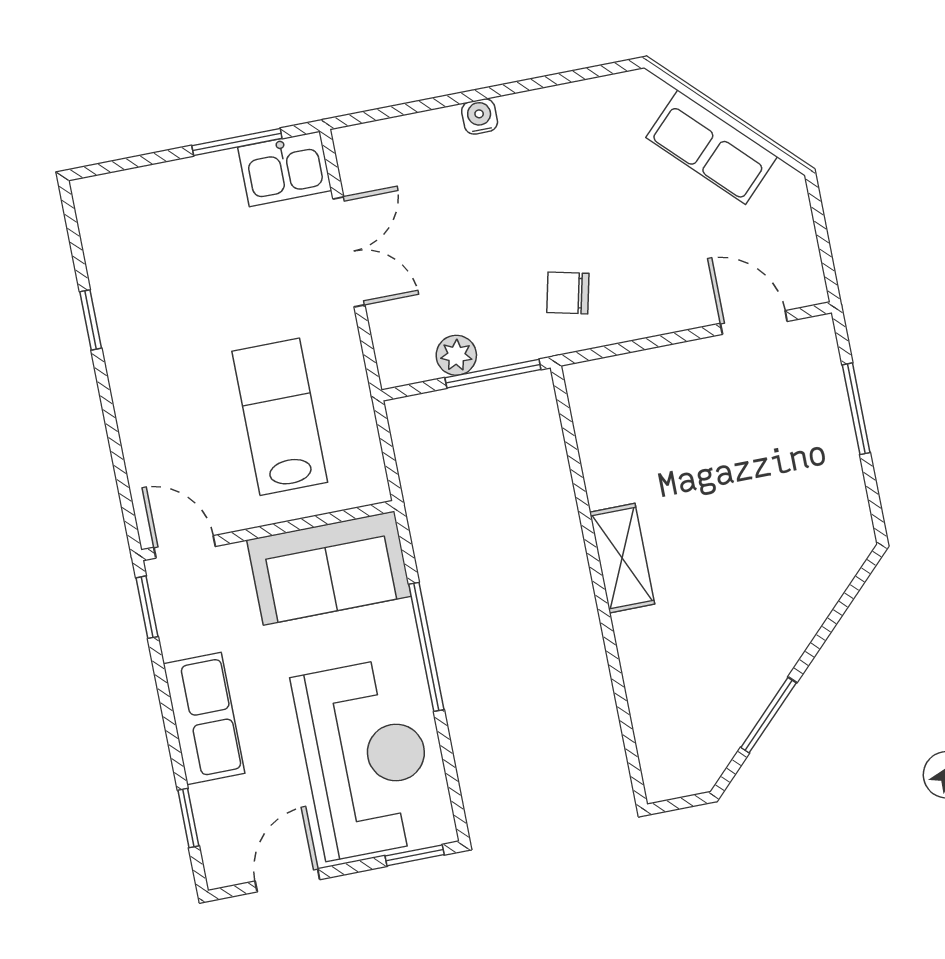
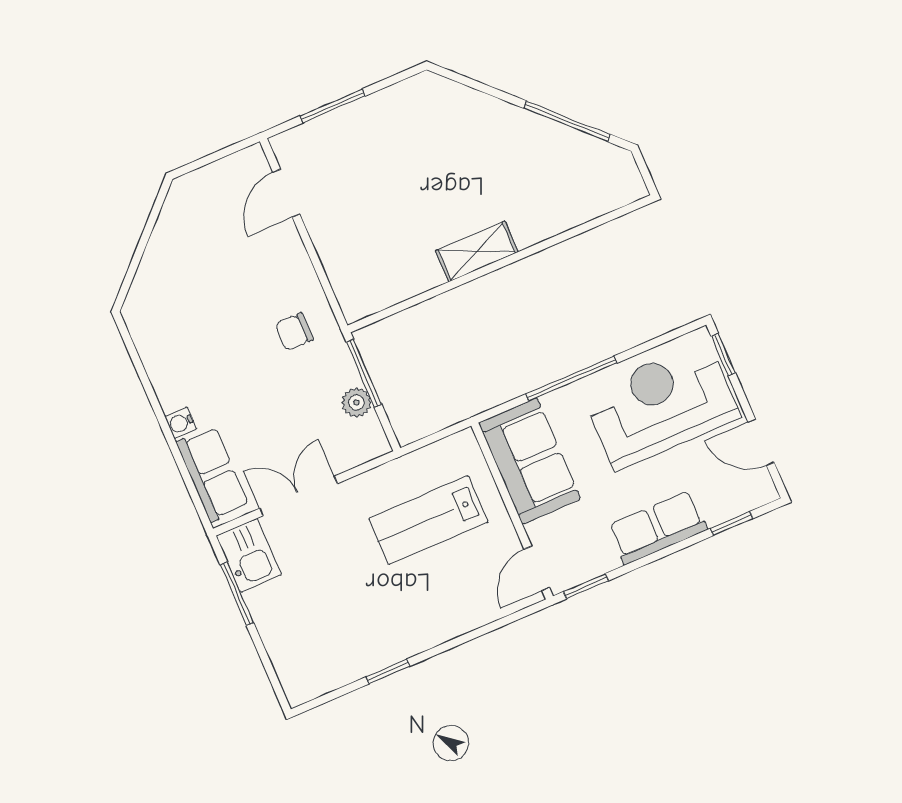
row of seats: (712, 147) -> (212, 474), moved, turned -45
chair: (568, 293) -> (294, 332), turned 77
window: (769, 715) -> (567, 121), width x1.44

